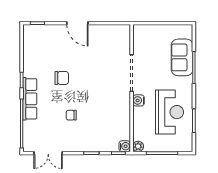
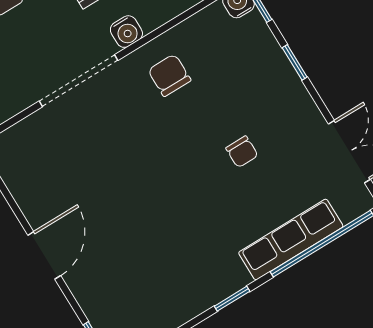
chair: (62, 78) -> (169, 75), moved
row of seats: (30, 99) -> (291, 239), moved

